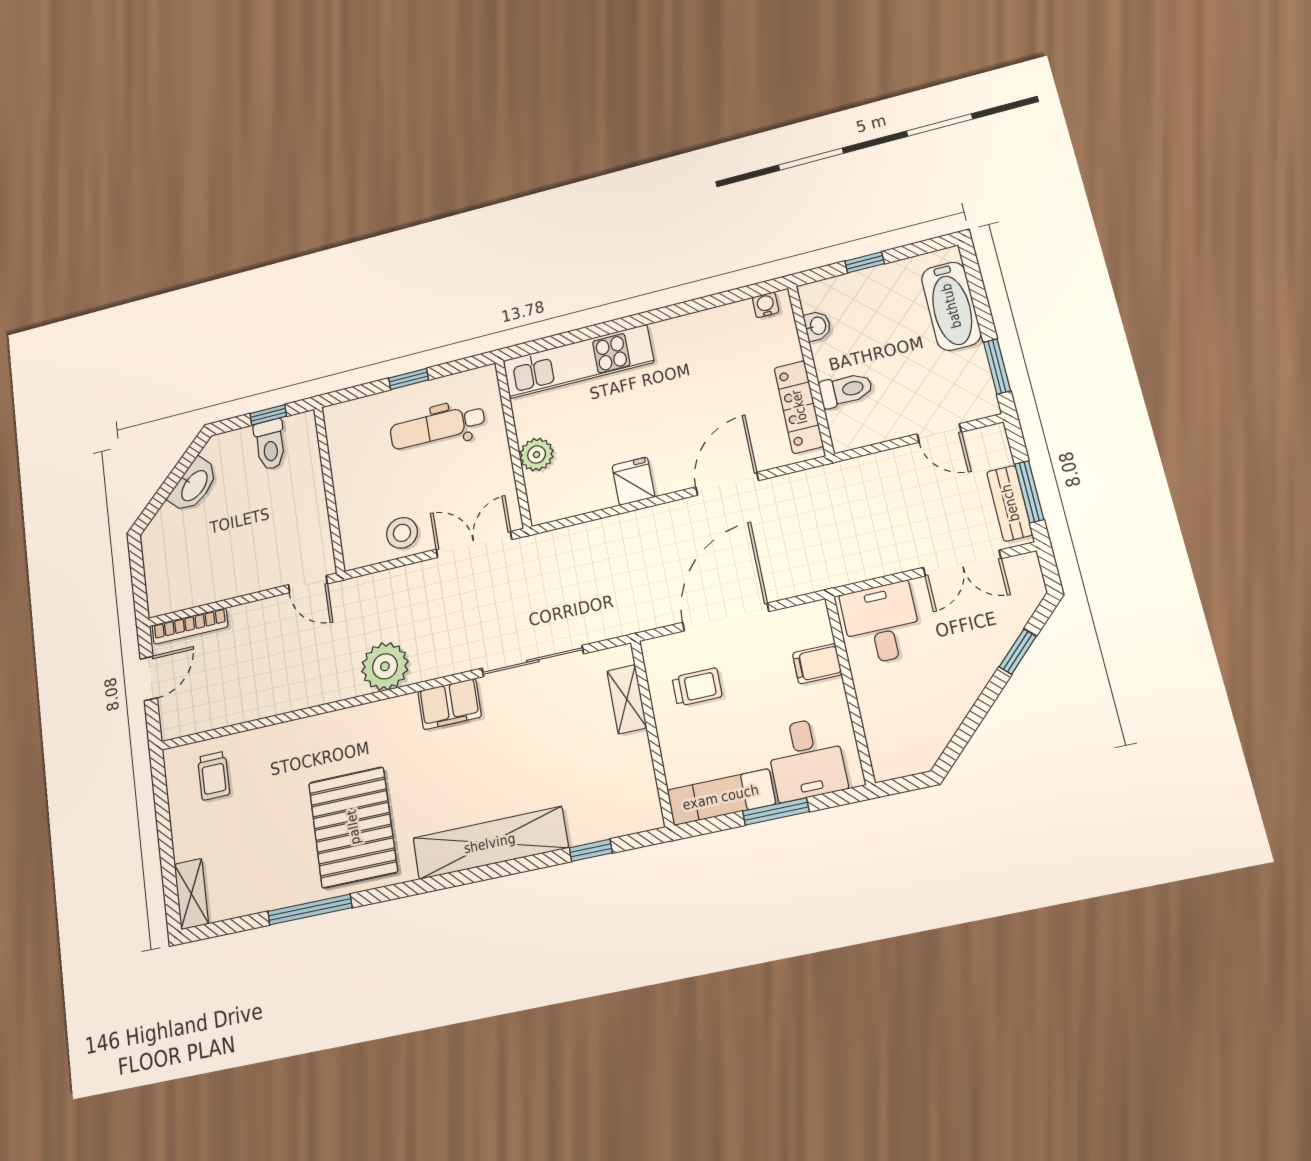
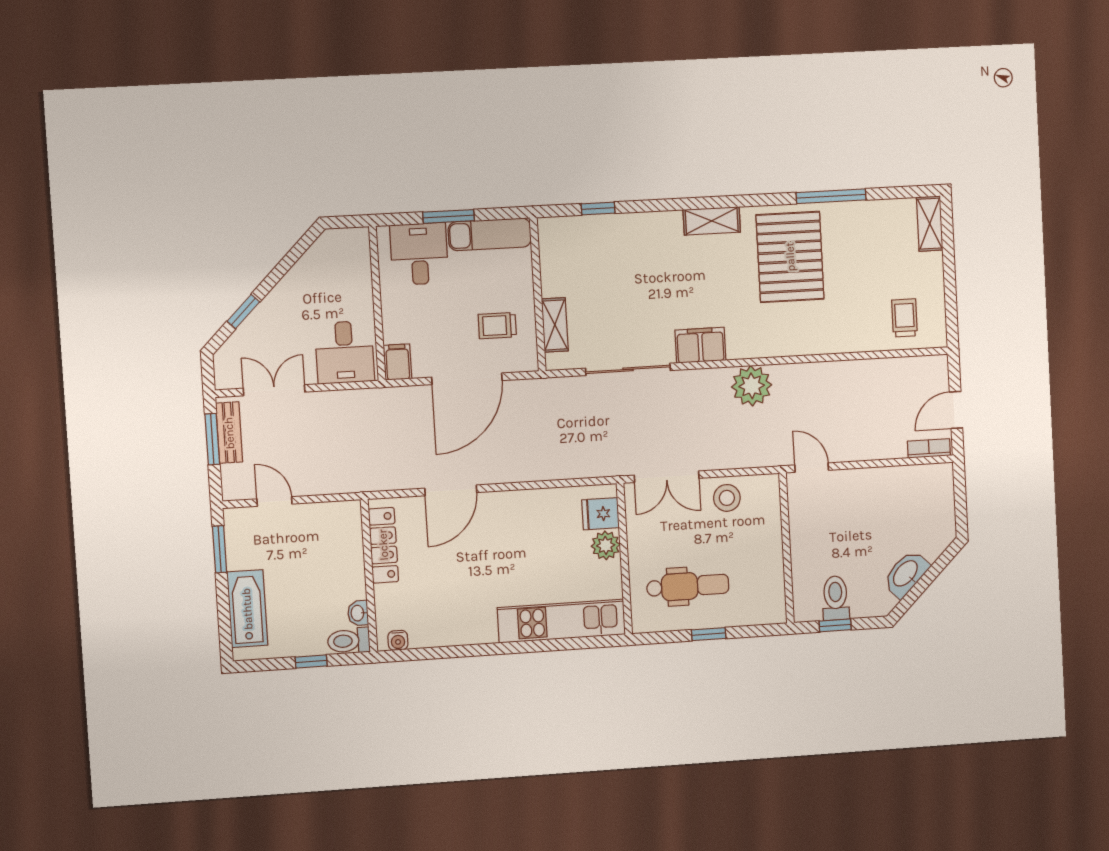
toilet: (846, 390) -> (349, 641), moved
fridge: (633, 481) -> (600, 514), moved, turned 90
bookcase: (190, 626) -> (929, 448), width x0.64
filing cabinet: (817, 664) -> (398, 362), moved, turned -90
shelving: (490, 843) -> (712, 221), width x0.45, depth x0.75

